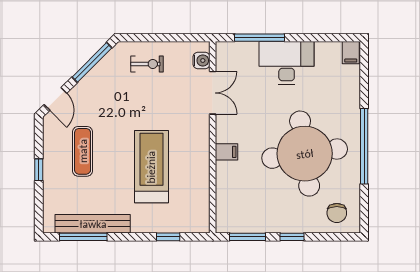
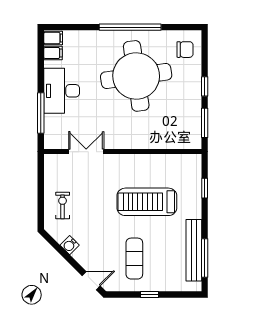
water cooler: (201, 60) -> (70, 245), moved, turned -135
window: (92, 62) -> (61, 251), removed
exercise mat: (83, 151) -> (134, 259), turned 90
filing cabinet: (227, 152) -> (53, 53), moved, turned 90

